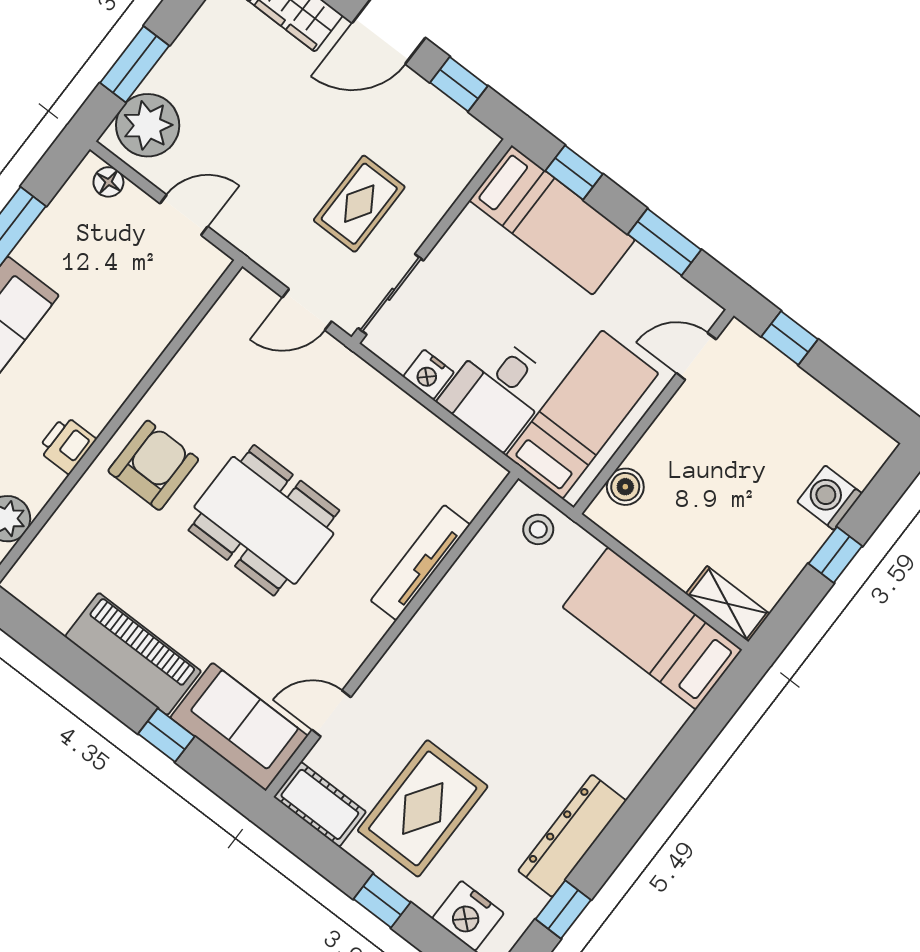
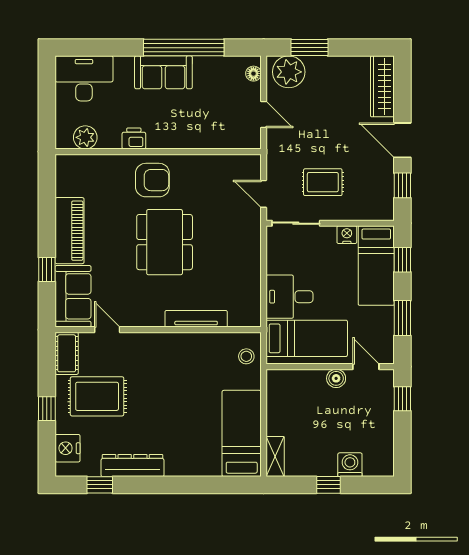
nightstand: (428, 375) -> (347, 235), moved, turned 90
boiler: (625, 487) -> (336, 378), moved

